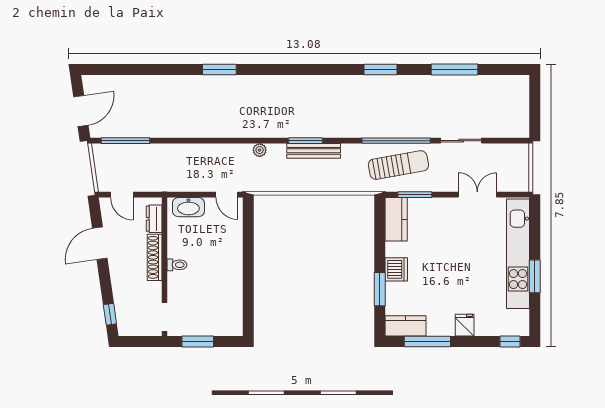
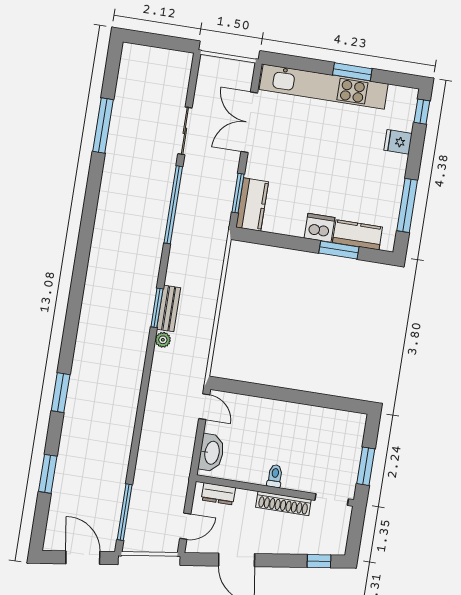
window: (381, 69) -> (48, 474), moved
plant: (260, 150) -> (163, 340), moved
bench: (314, 151) -> (169, 308), width x0.73
sun lounger: (398, 165) -> (201, 207), removed
door: (227, 195) -> (204, 407), hinge flipped
double door: (477, 195) -> (249, 122), width x1.37
kitchen counter: (396, 219) -> (252, 205), moved, turned 90
shoe rack: (155, 257) -> (283, 503), moved
fridge: (465, 325) -> (398, 142), moved
kitchen counter: (406, 326) -> (357, 235), moved, turned 90

